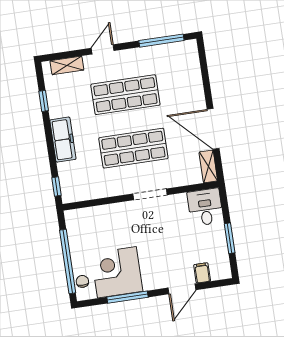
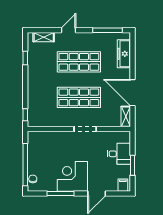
freezer: (63, 140) -> (124, 54), moved, turned 180
desk: (205, 207) -> (119, 154), moved, turned 90
corner desk: (117, 272) -> (72, 176), moved
filing cabinet: (202, 273) -> (123, 185), moved

